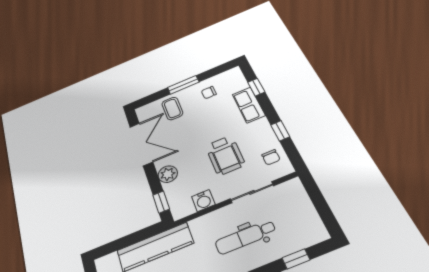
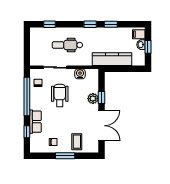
window: (280, 131) -> (27, 96), width x3.17
double door: (141, 144) -> (101, 126), swing flipped
window: (161, 202) -> (101, 98), moved
dental chair: (245, 237) -> (67, 45), turned 180

